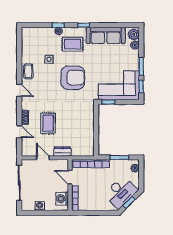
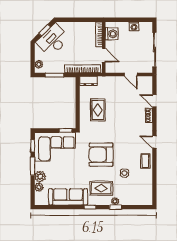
plant: (134, 34) -> (40, 176), moved
rug: (48, 123) -> (98, 110), moved
dresser: (62, 152) -> (89, 81), moved

